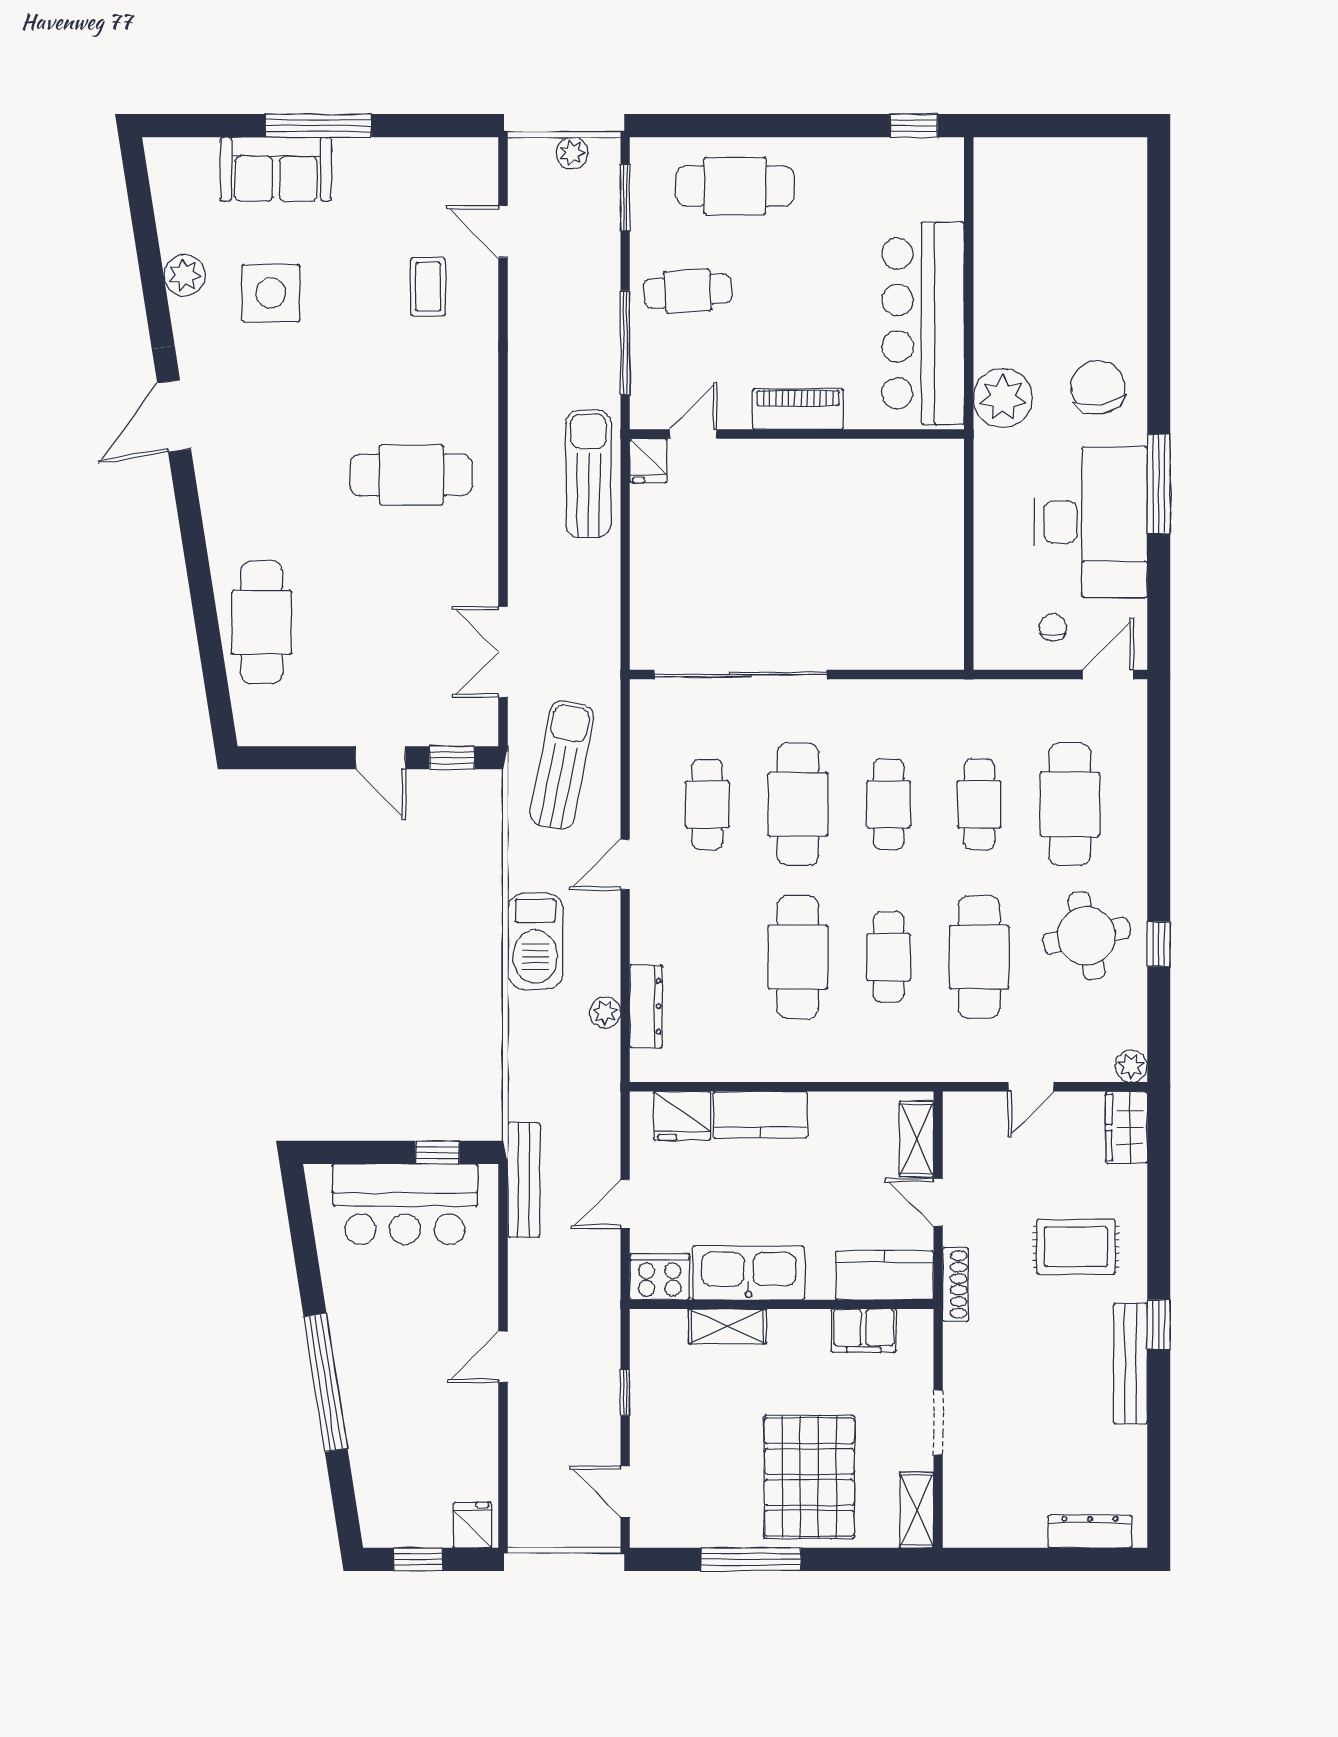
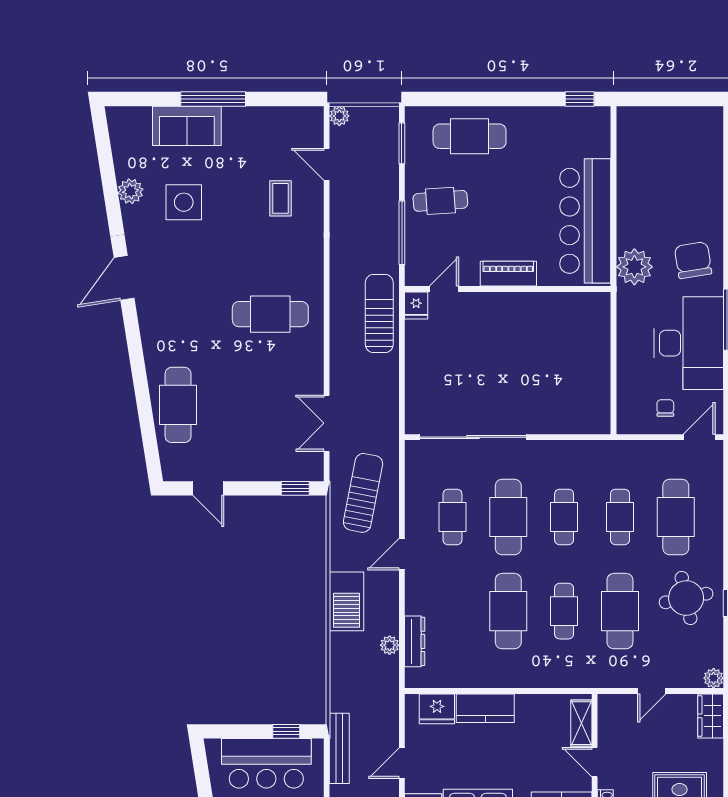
plant: (572, 153) -> (339, 116), moved
door: (380, 758) -> (208, 488), moved

